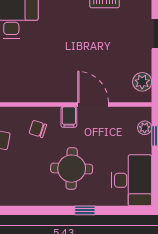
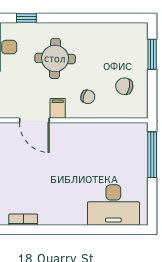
window: (85, 210) -> (26, 18), moved

